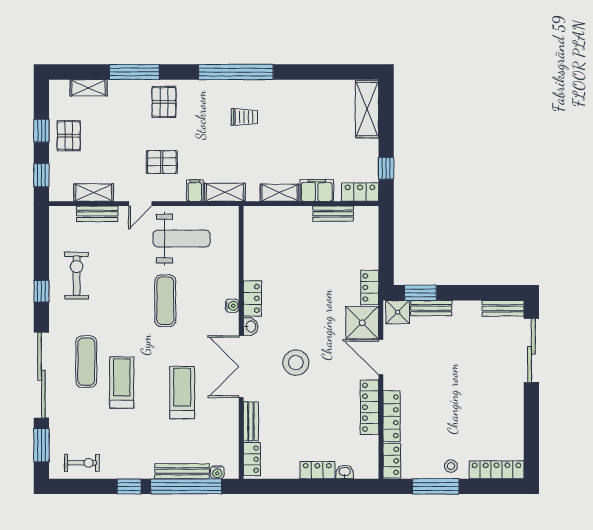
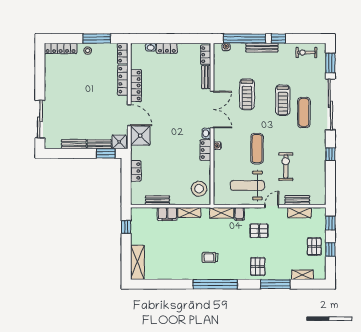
locker: (360, 192) -> (142, 213), removed
exercise bike: (77, 276) -> (286, 166), moved, turned 180
locker: (370, 287) -> (136, 171), moved
bench: (503, 308) -> (74, 144), moved
stool: (296, 363) -> (199, 189), moved
bench: (182, 471) -> (262, 48), moved

